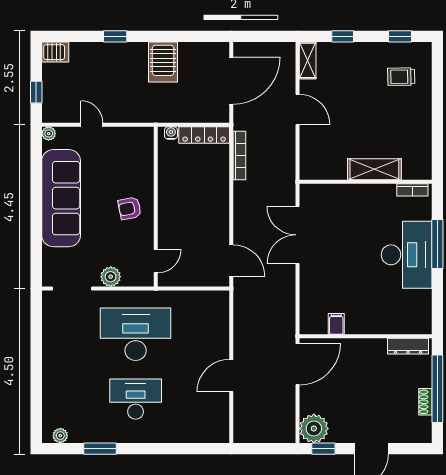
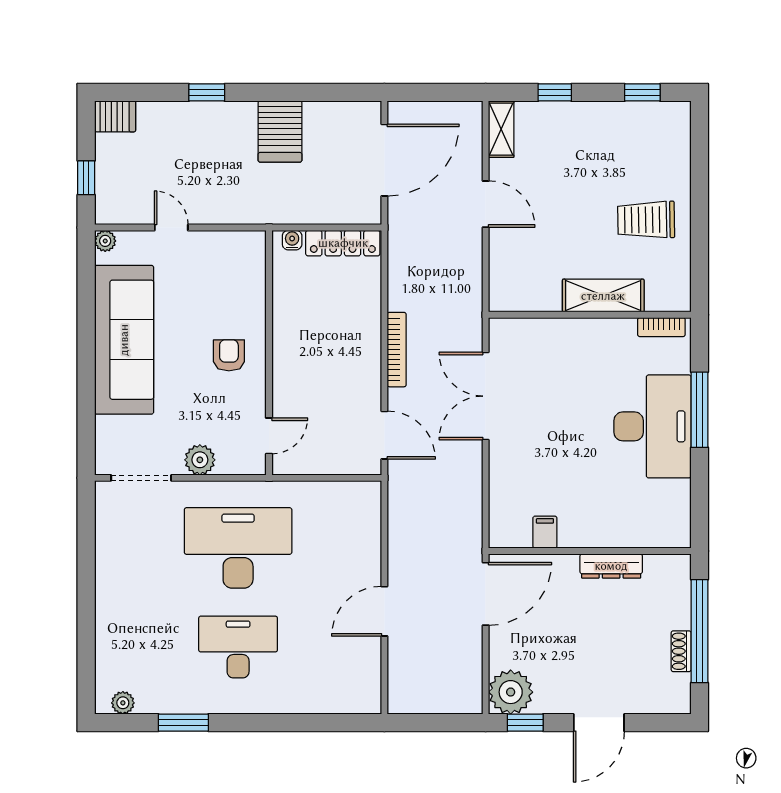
trolley: (401, 77) -> (646, 220), moved, width x1.36, depth x1.39
bookcase: (239, 155) -> (397, 350), moved
armchair: (130, 208) -> (229, 355), turned 101
dresser: (408, 346) -> (611, 566), moved

